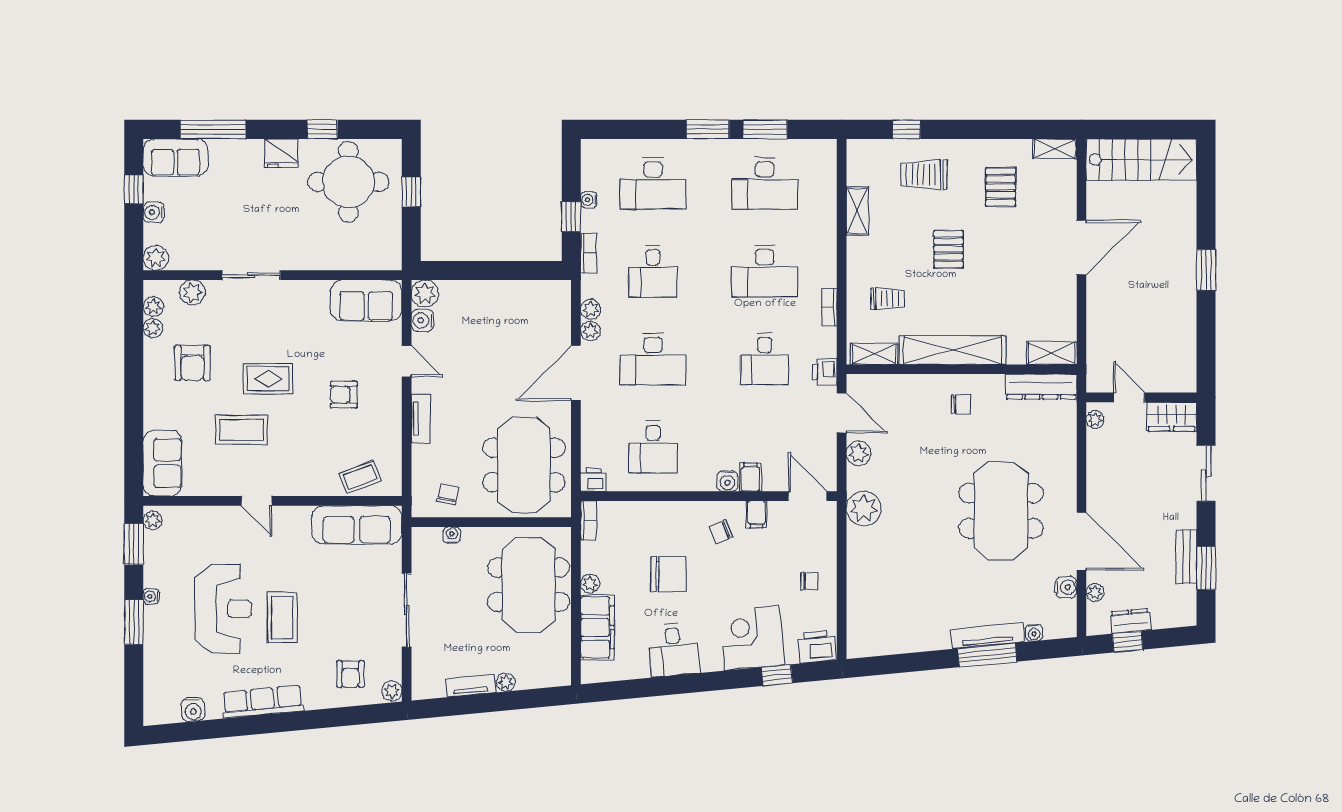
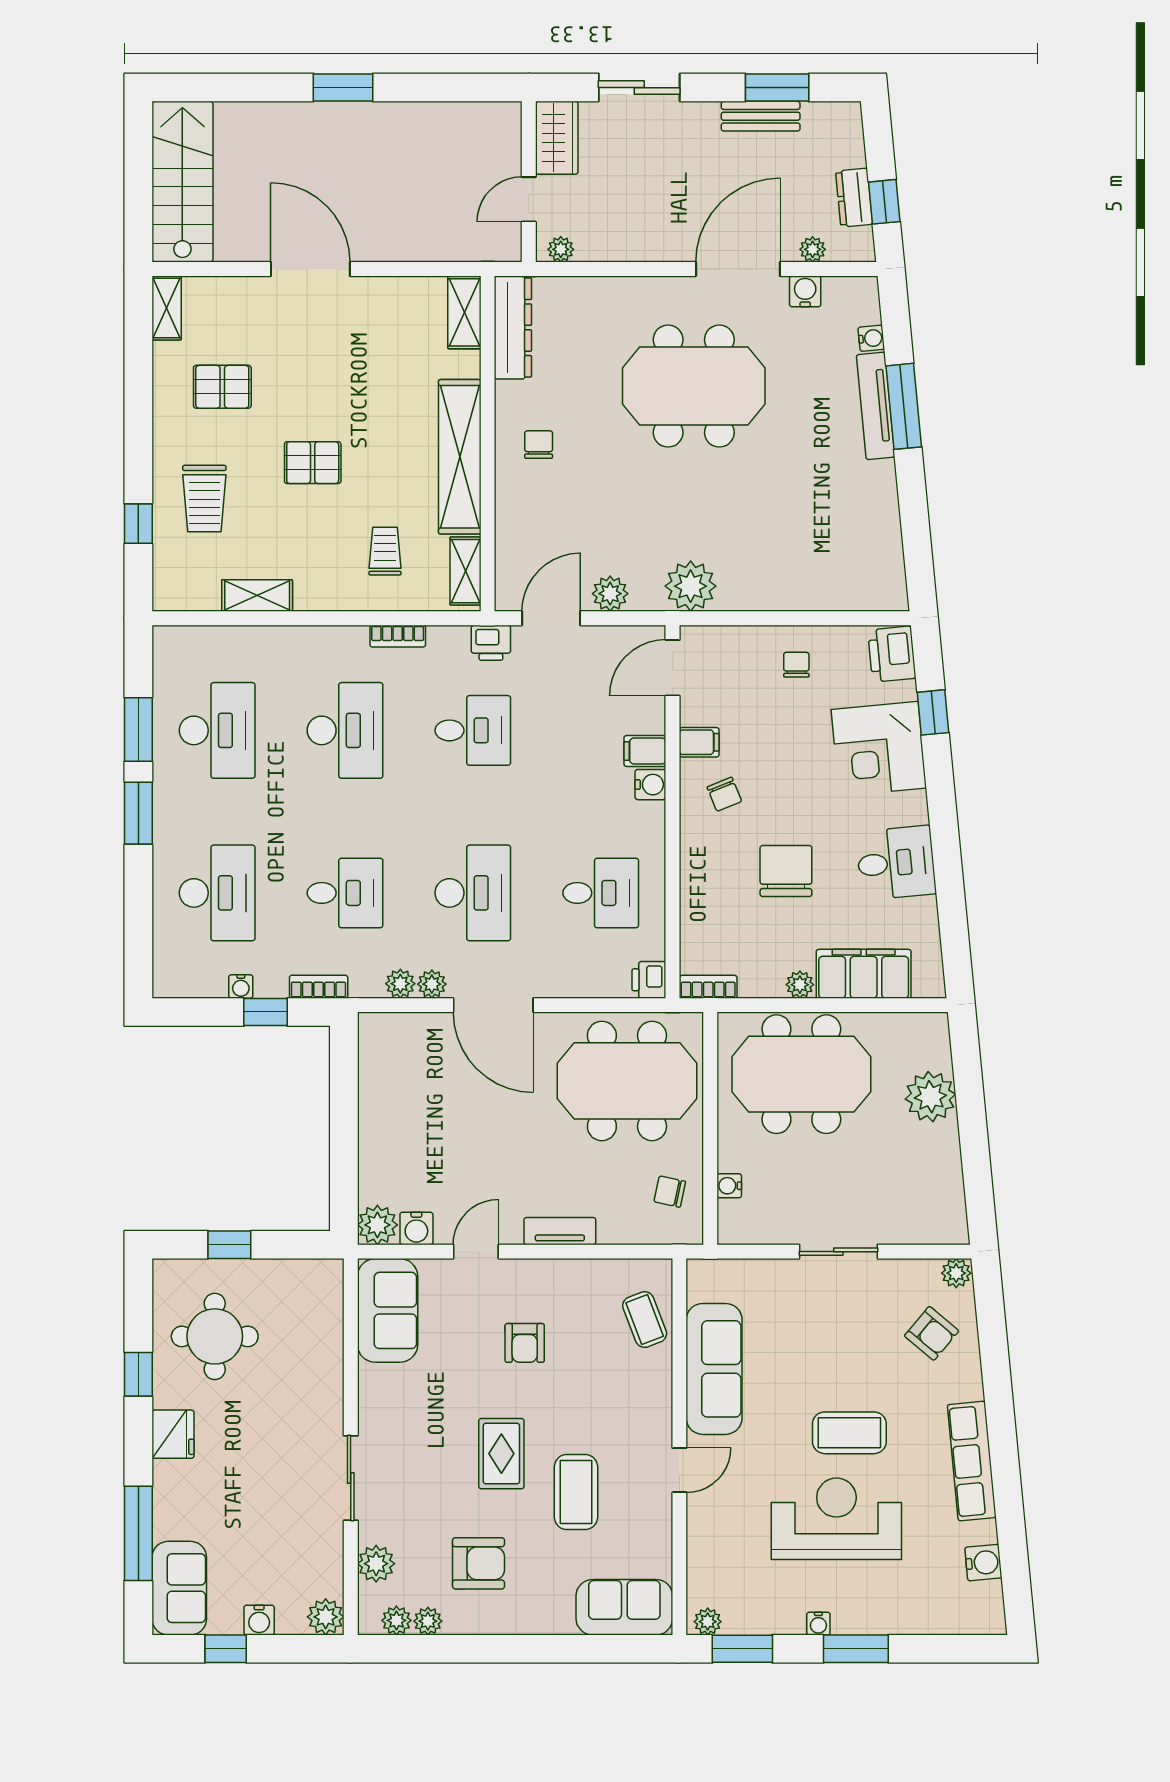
round table: (348, 182) -> (215, 1336), width x0.73, depth x0.73
sofa: (357, 525) -> (714, 1369), moved
sliding door: (407, 610) -> (838, 1252), width x0.73
armchair: (350, 674) -> (932, 1333), turned 40
plant: (506, 682) -> (930, 1097), width x1.88, depth x1.88
tv unit: (471, 686) -> (948, 1159), removed

